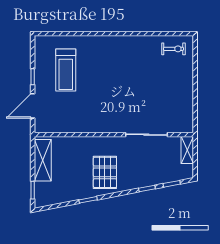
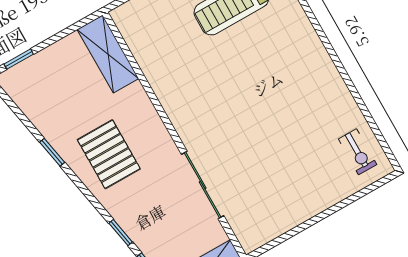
shelving: (43, 160) -> (108, 54), moved, turned 90
pallet: (105, 172) -> (109, 154), turned 90

